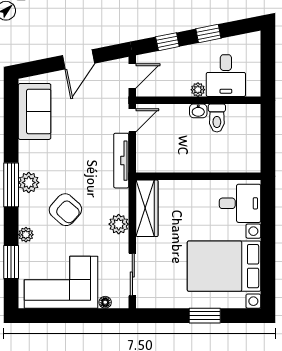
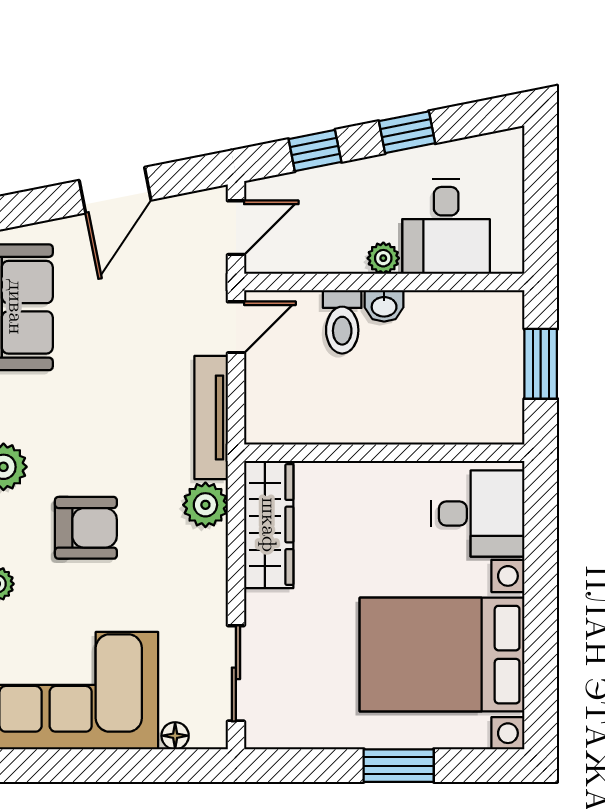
toilet: (217, 118) -> (342, 322), moved
window: (268, 137) -> (541, 364), added
armchair: (65, 210) -> (86, 528), turned -42
plant: (119, 224) -> (205, 505), moved

